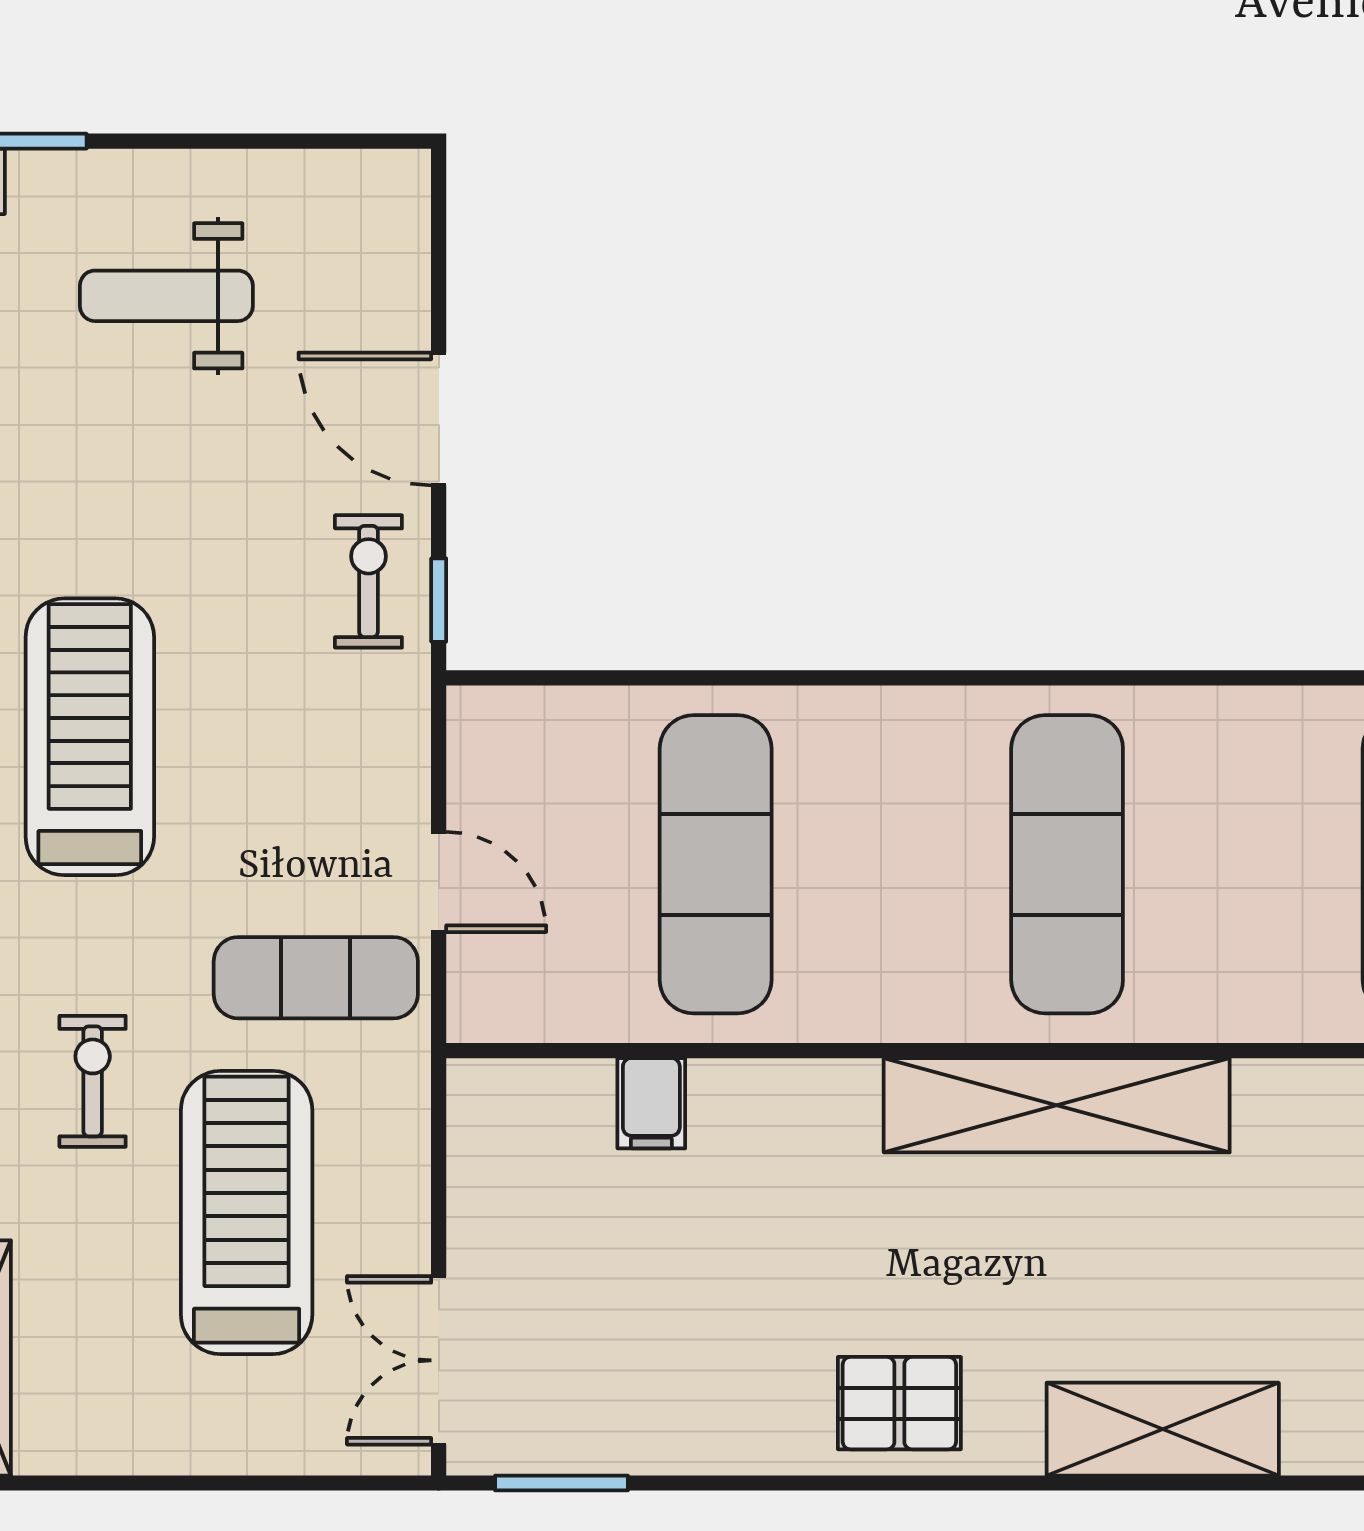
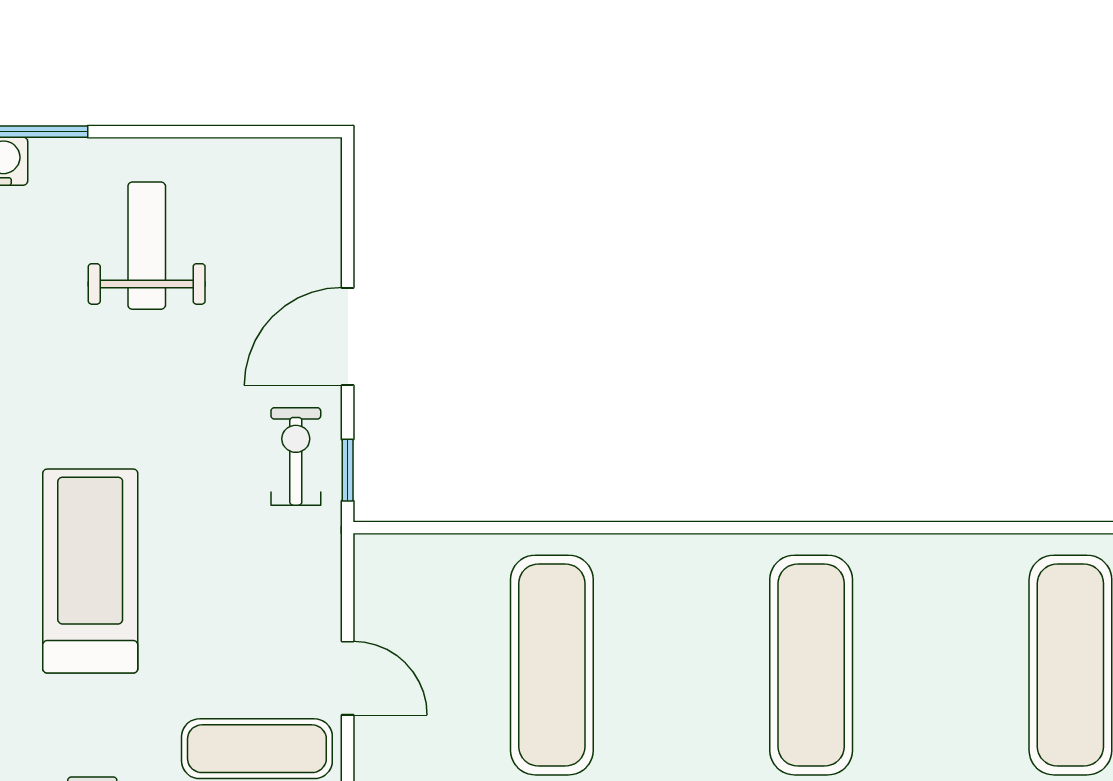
weight bench: (166, 296) -> (147, 246), turned 90
door: (439, 419) -> (348, 336), hinge flipped

